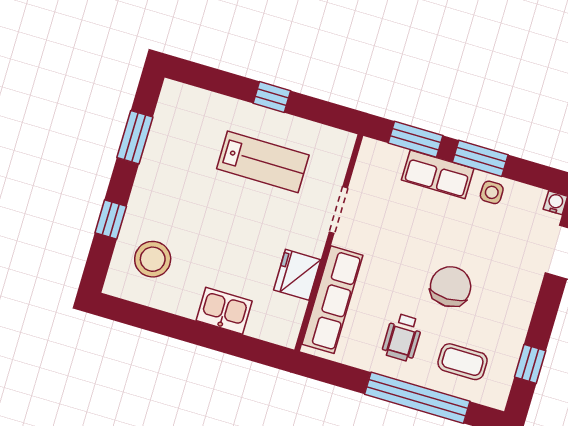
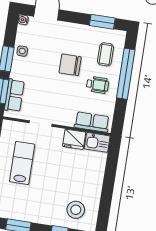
row of seats: (438, 174) -> (14, 95), moved
row of seats: (332, 300) -> (92, 122), width x0.68
kitchen sink: (224, 311) -> (97, 142), moved, turned -90
window: (530, 364) -> (102, 22), width x1.50

